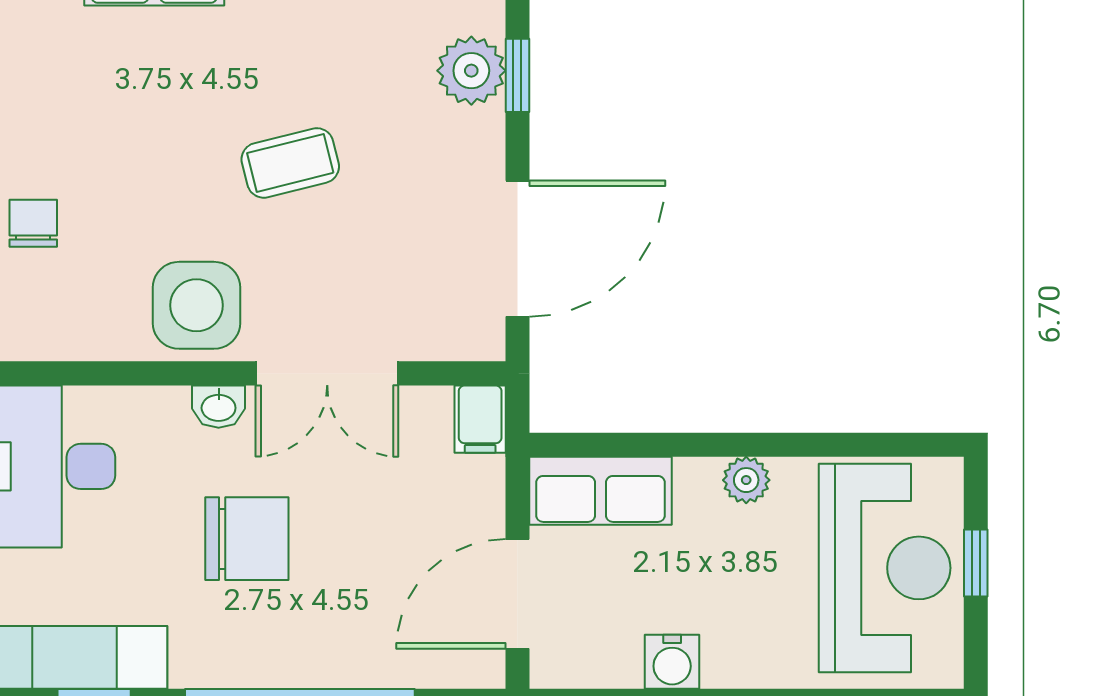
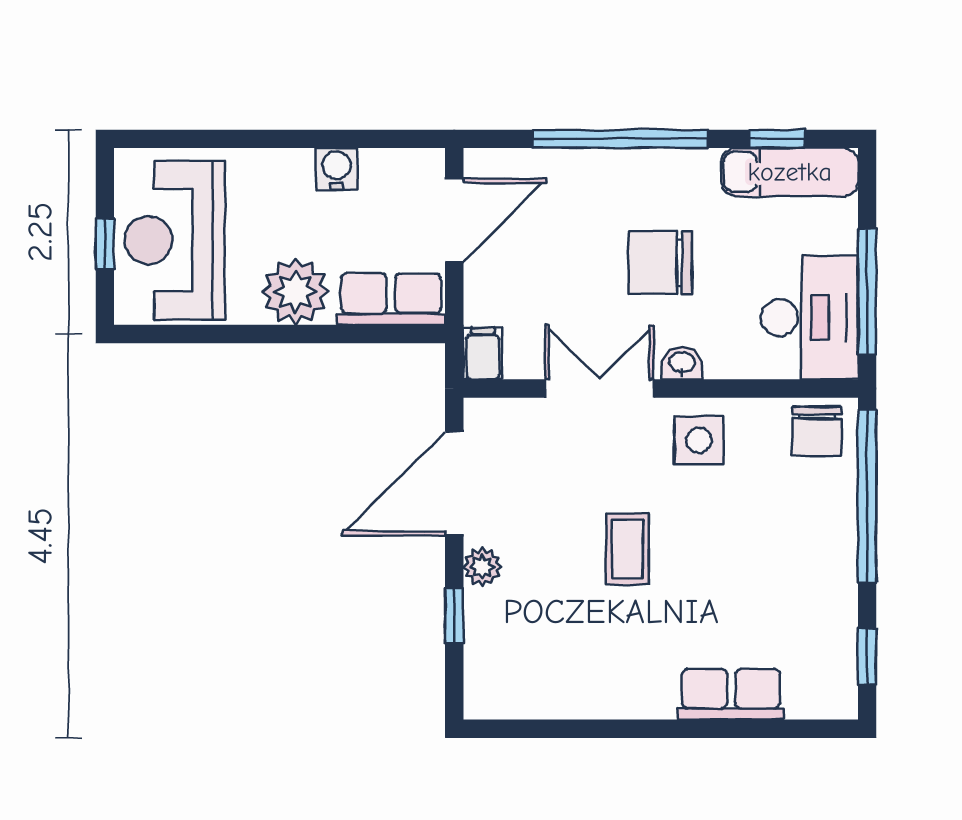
plant: (471, 71) -> (482, 567), moved, width x0.73, depth x0.73
coffee table: (290, 163) -> (627, 549), turned -76
chair: (33, 223) -> (817, 431), moved, width x1.37, depth x1.37
side table: (196, 305) -> (699, 440), width x0.73, depth x0.73
plant: (746, 480) -> (295, 292), width x1.87, depth x1.87

